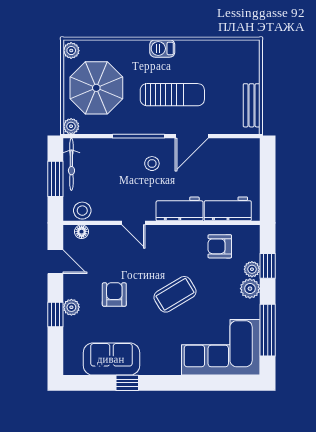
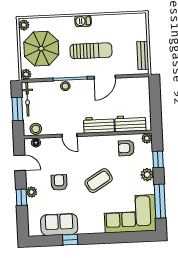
stool: (152, 164) -> (65, 86), moved
plant: (252, 269) -> (147, 138), moved

